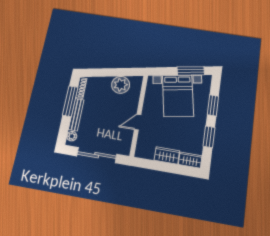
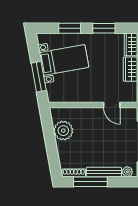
window: (191, 71) -> (39, 77), moved
bed with nightstands: (178, 96) -> (64, 60), width x0.73
door: (138, 122) -> (112, 105), moved

